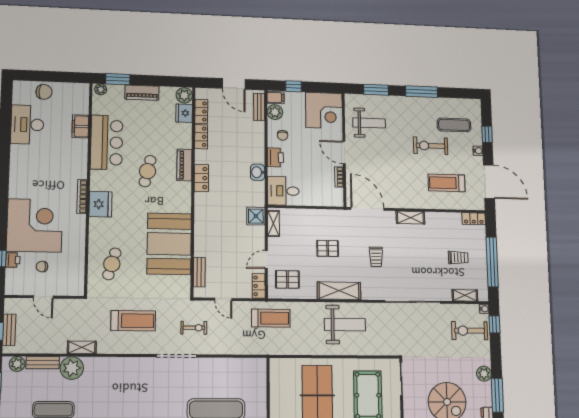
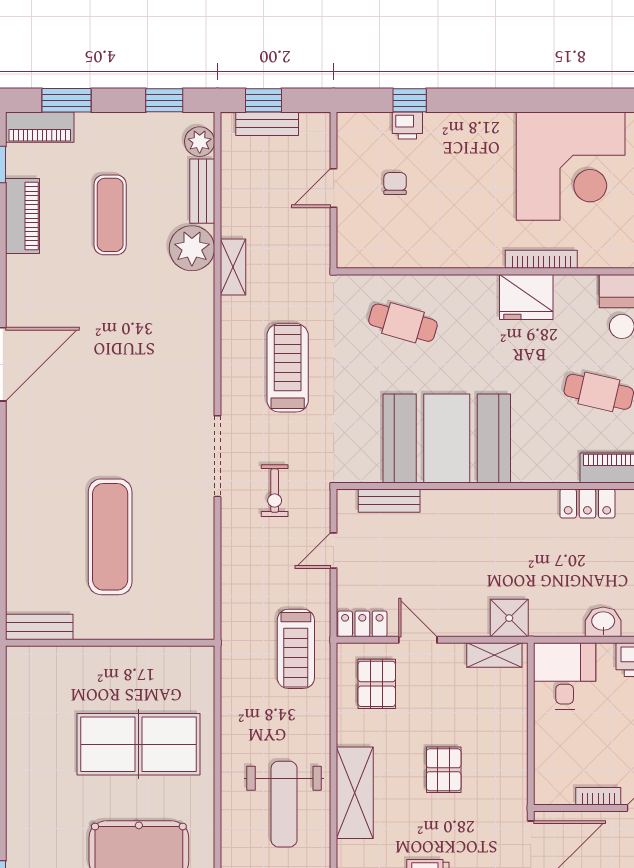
corner desk: (35, 225) -> (571, 166), moved
treadmill: (133, 321) -> (288, 368), turned 180

